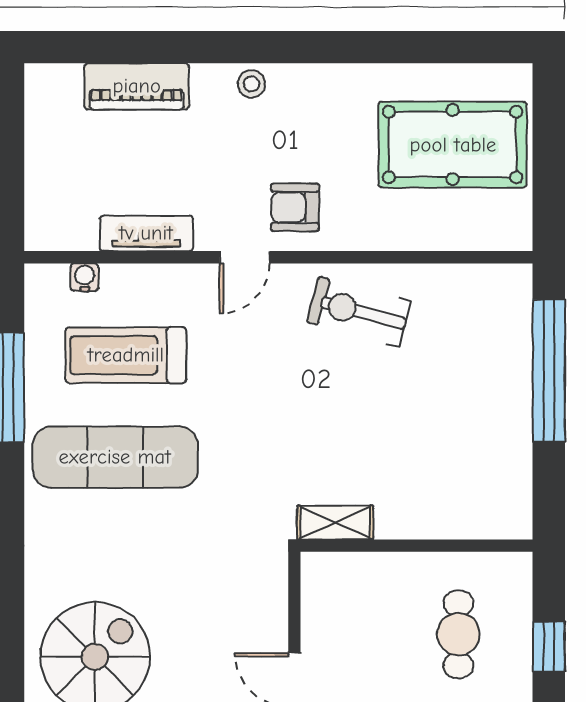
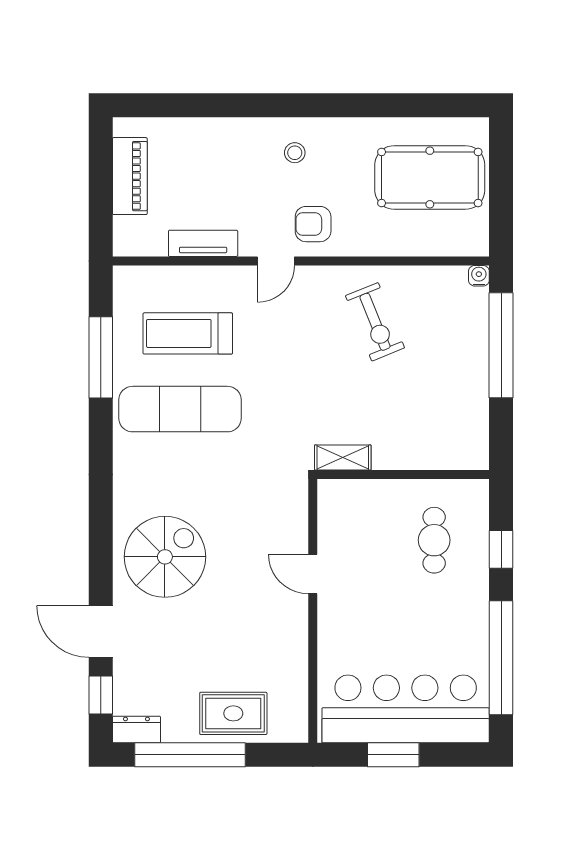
stool: (251, 84) -> (295, 153), moved
piano: (137, 86) -> (130, 176), moved, turned -90
water cooler: (85, 277) -> (479, 276), moved
exercise bike: (359, 312) -> (375, 322), moved, turned -127

